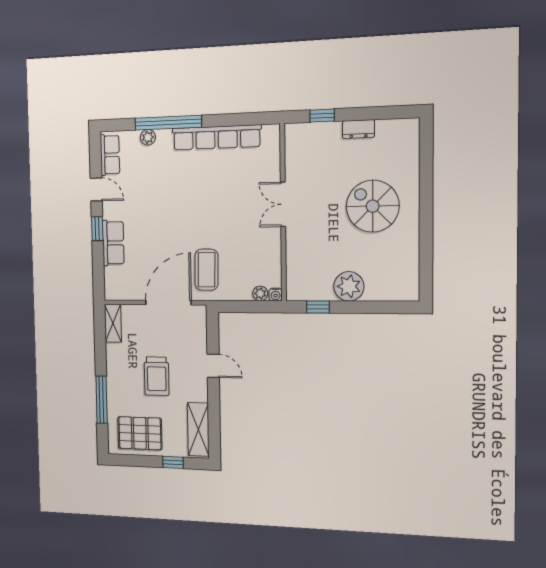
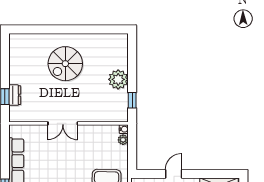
dresser: (358, 129) -> (15, 95), moved

